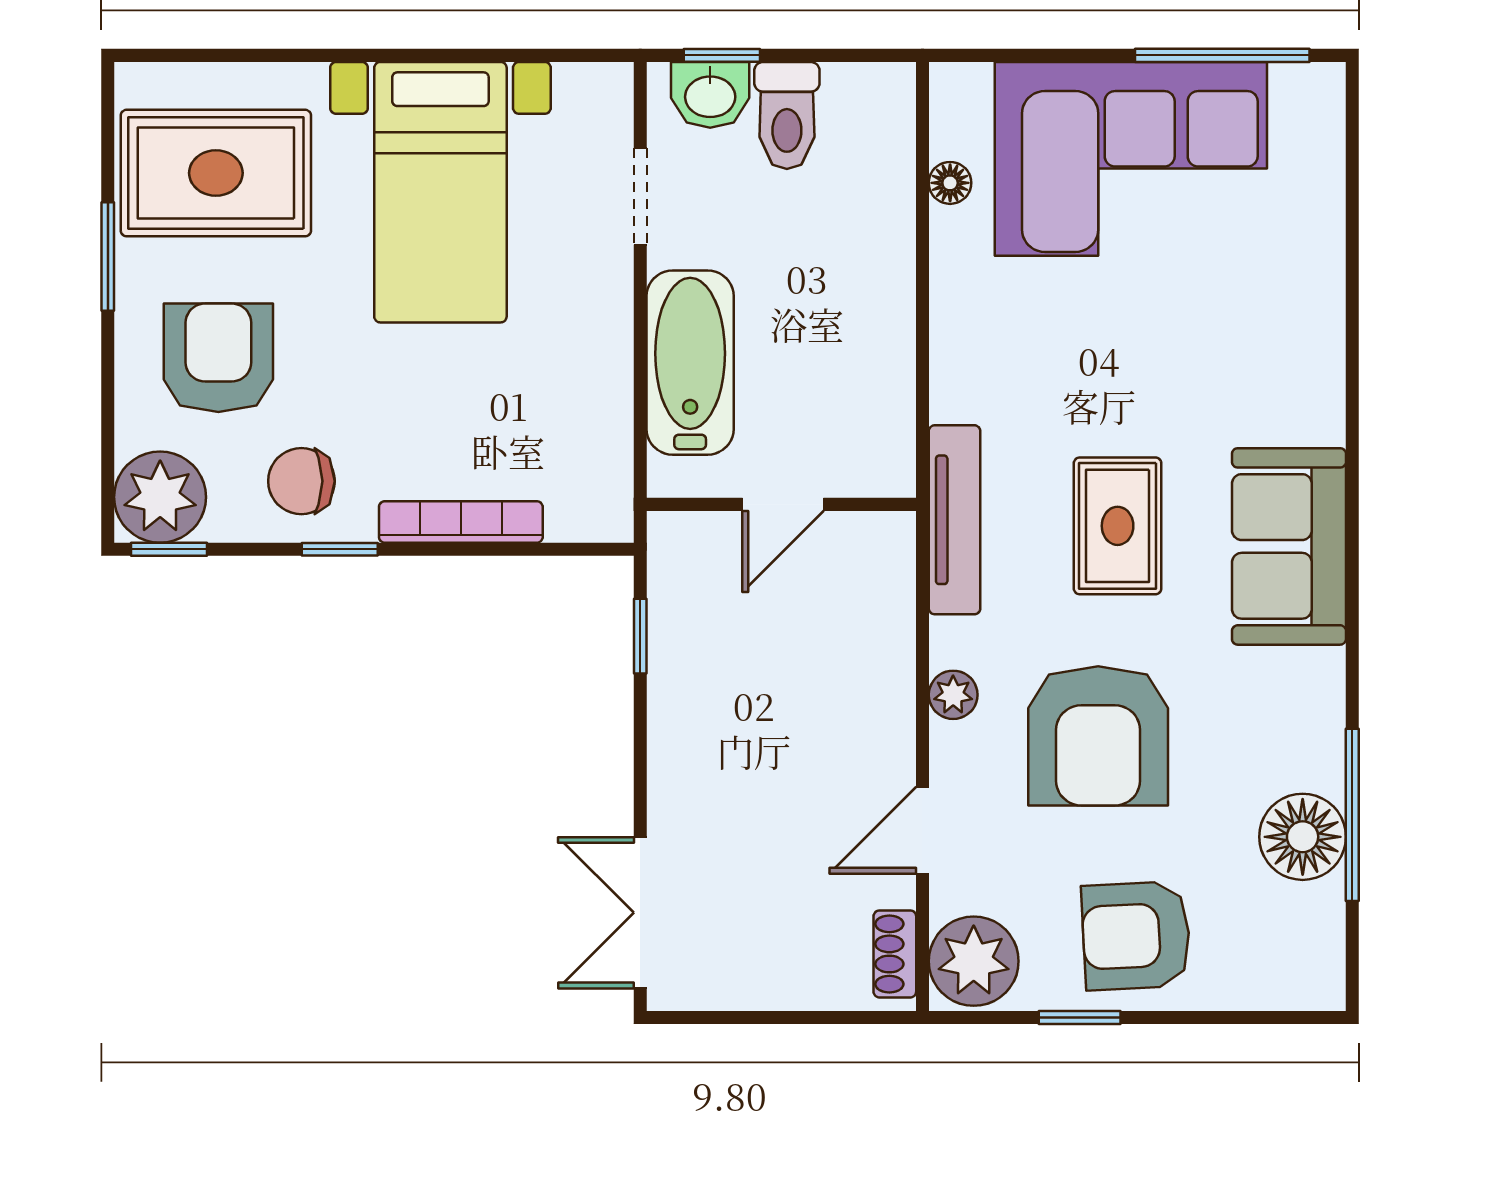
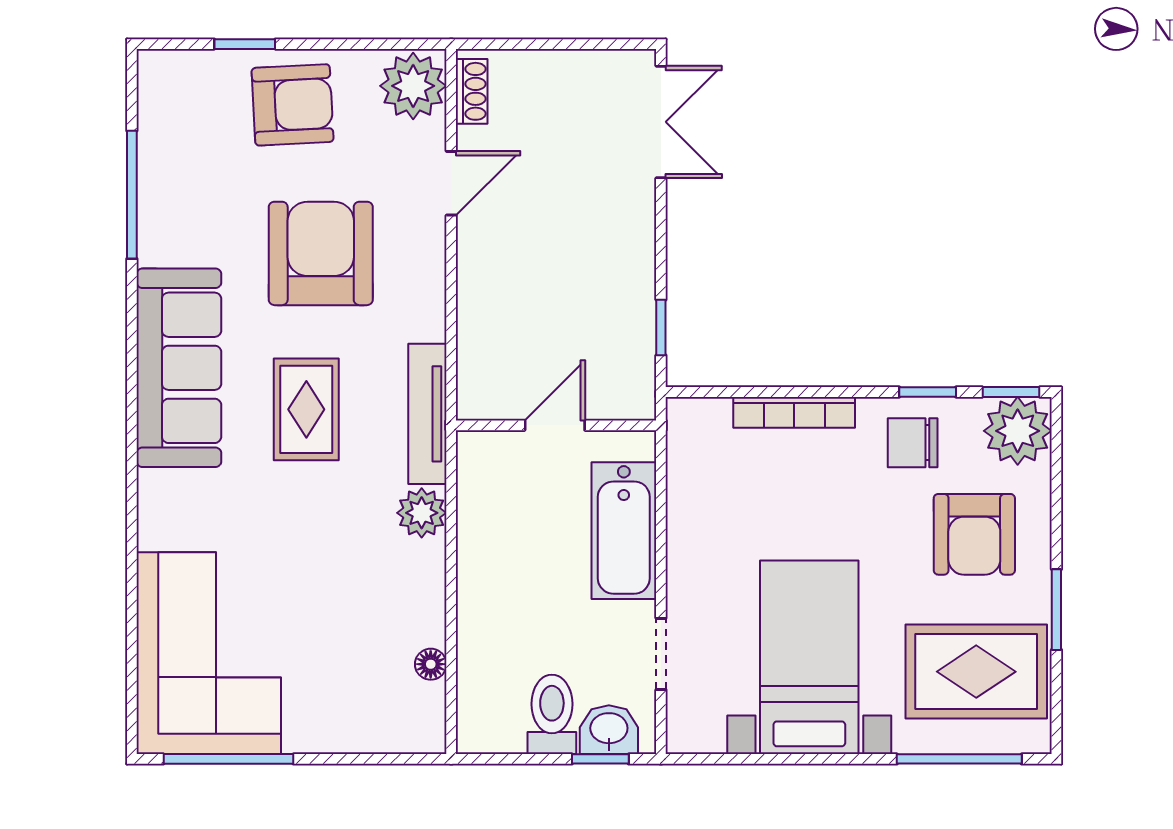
window: (239, 55) -> (959, 759), added
corner sofa: (1131, 159) -> (209, 653), moved, turned 90
chair: (301, 481) -> (913, 443), turned 180
sofa: (1289, 546) -> (179, 368), width x1.36
window: (340, 549) -> (928, 392), moved
plant: (953, 695) -> (422, 513), moved, width x1.38, depth x1.38
floor lamp: (1303, 837) -> (169, 178), removed
window: (1080, 1018) -> (245, 44), moved

